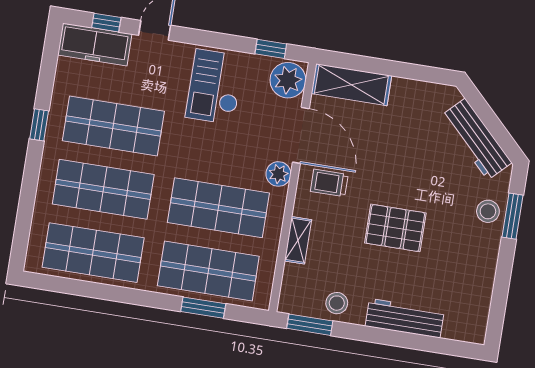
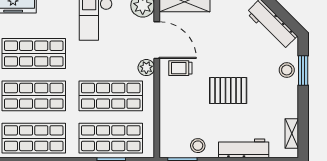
shelving: (298, 240) -> (292, 133), moved

